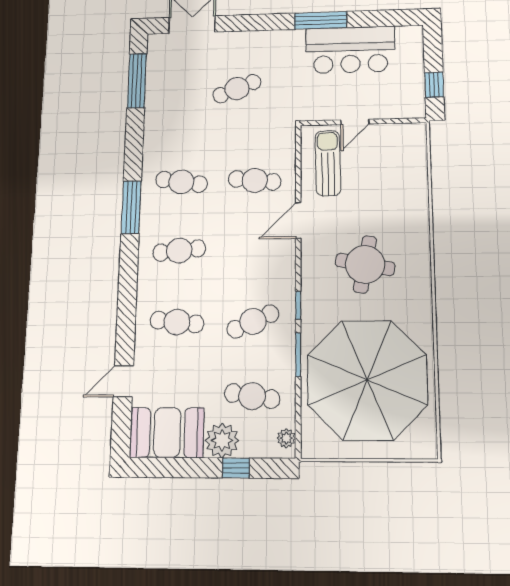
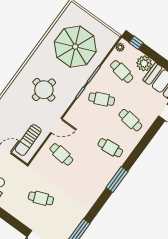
cafe table: (181, 182) -> (90, 175), removed
parasol: (367, 380) -> (75, 47), width x0.73, depth x0.73
window: (236, 468) -> (136, 43), moved

